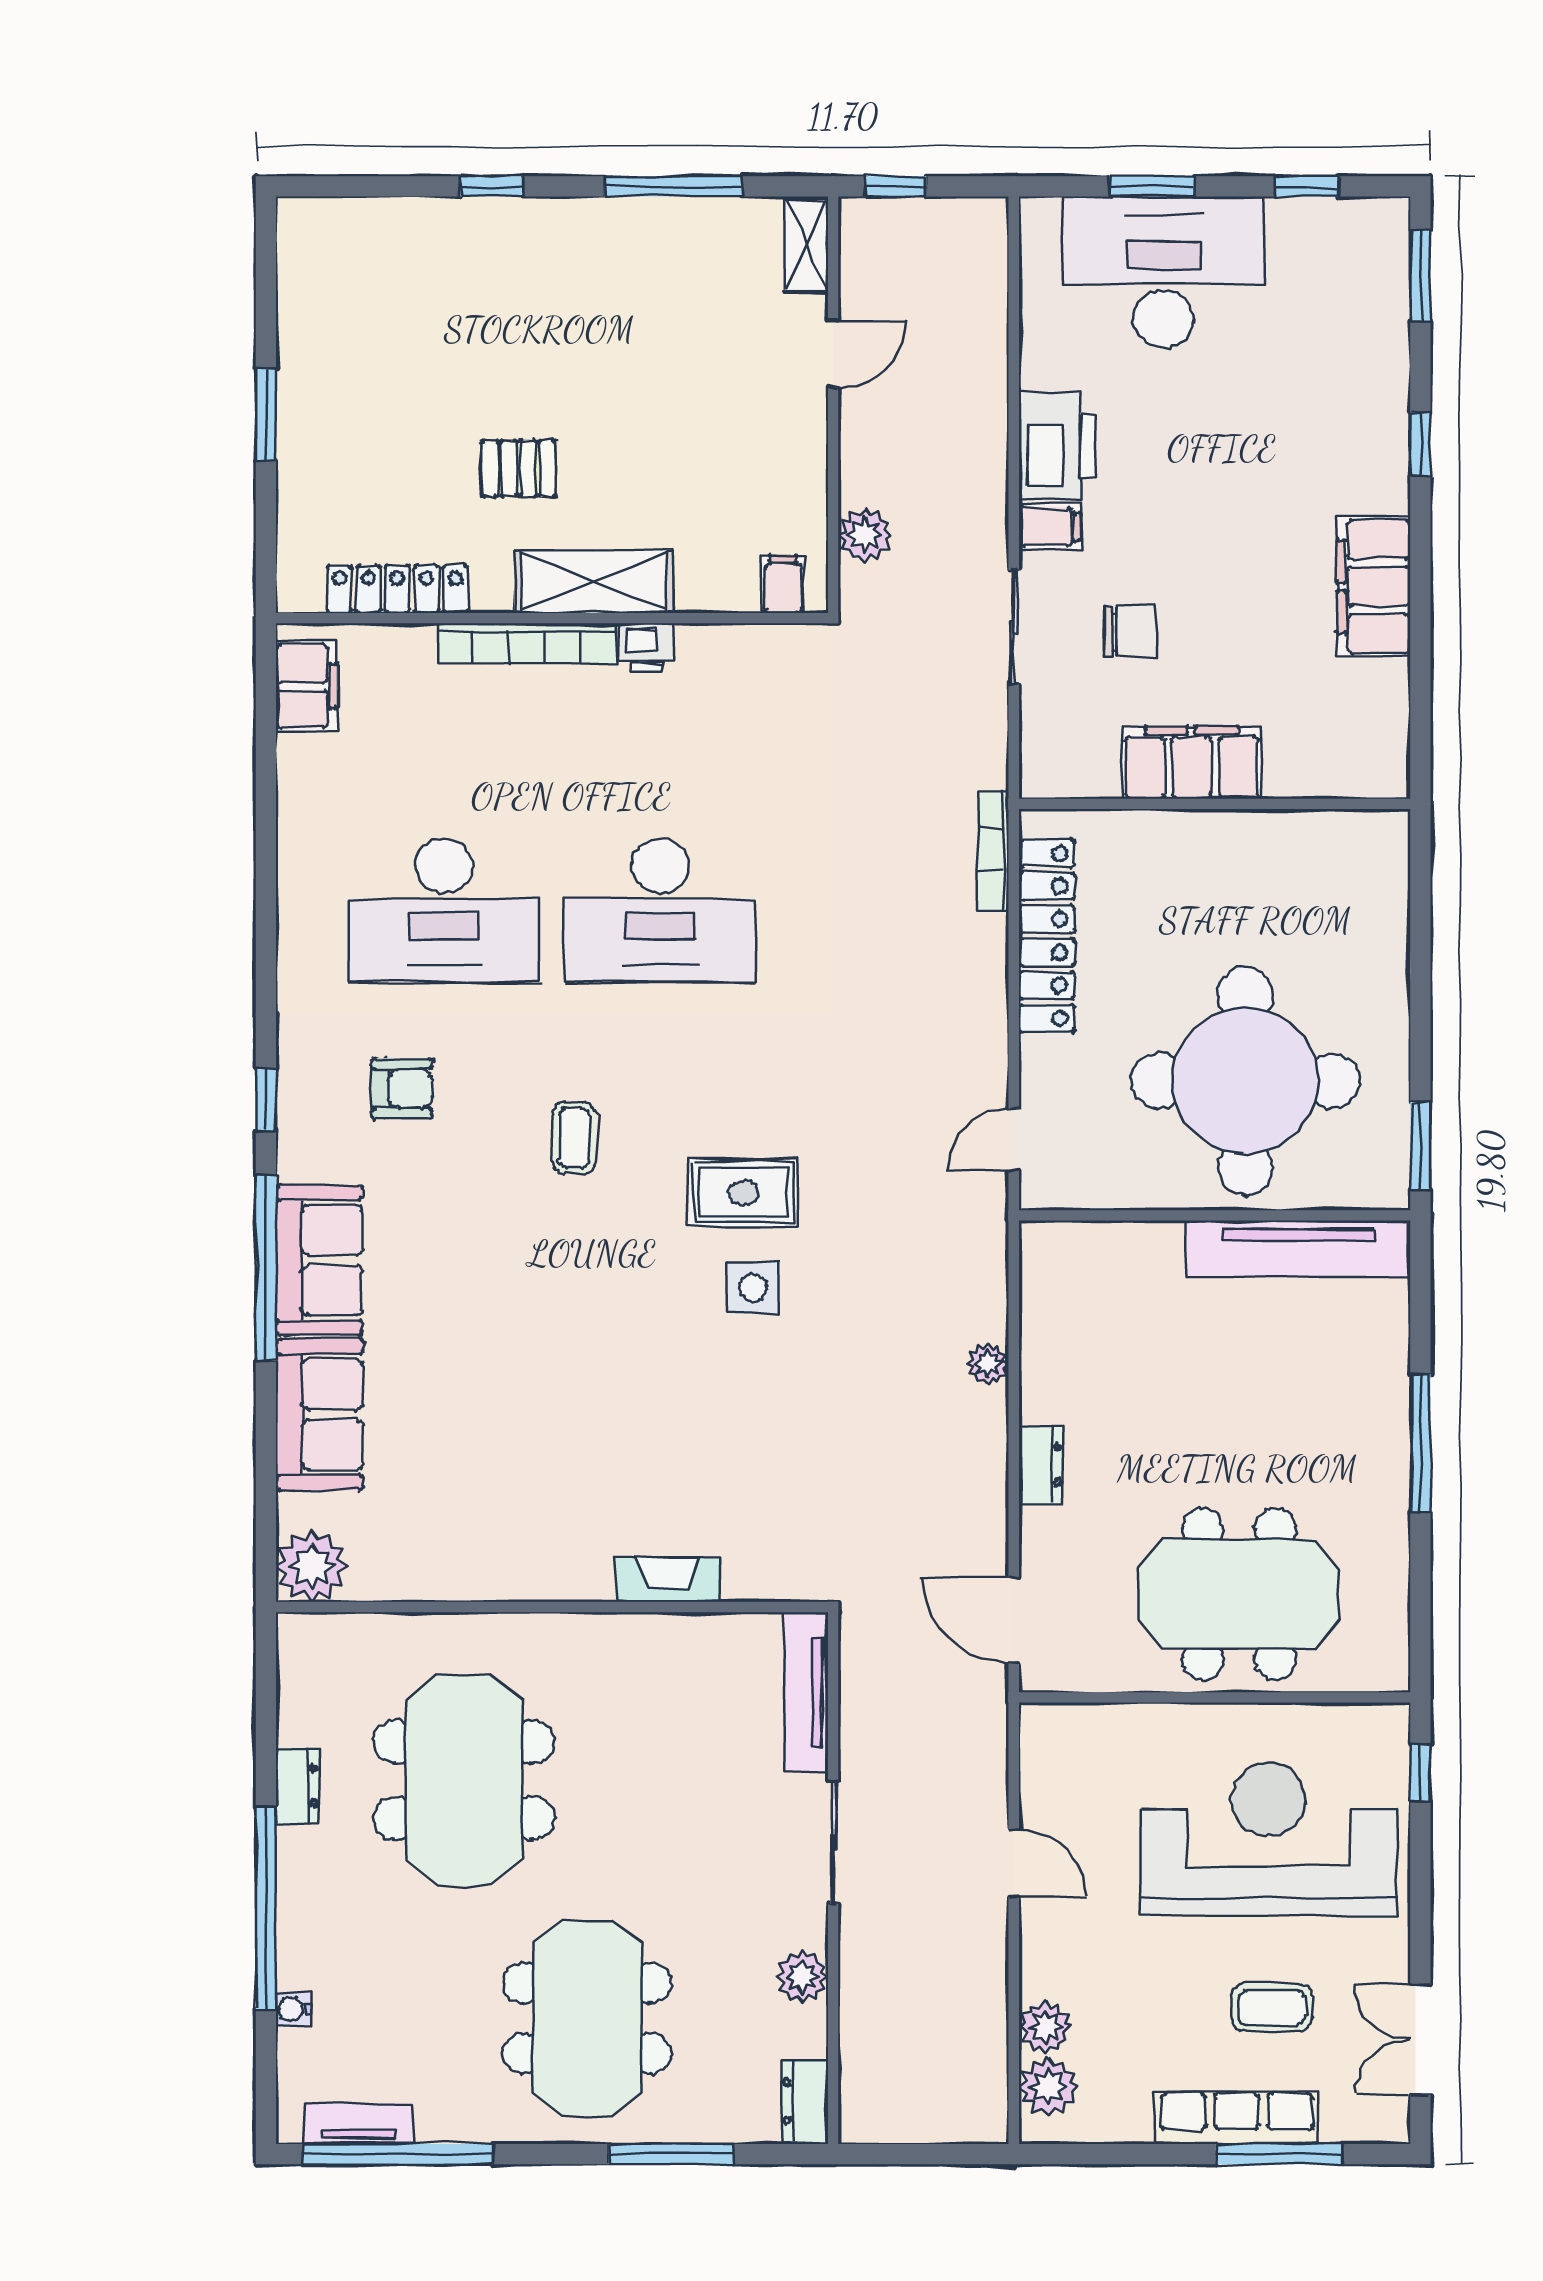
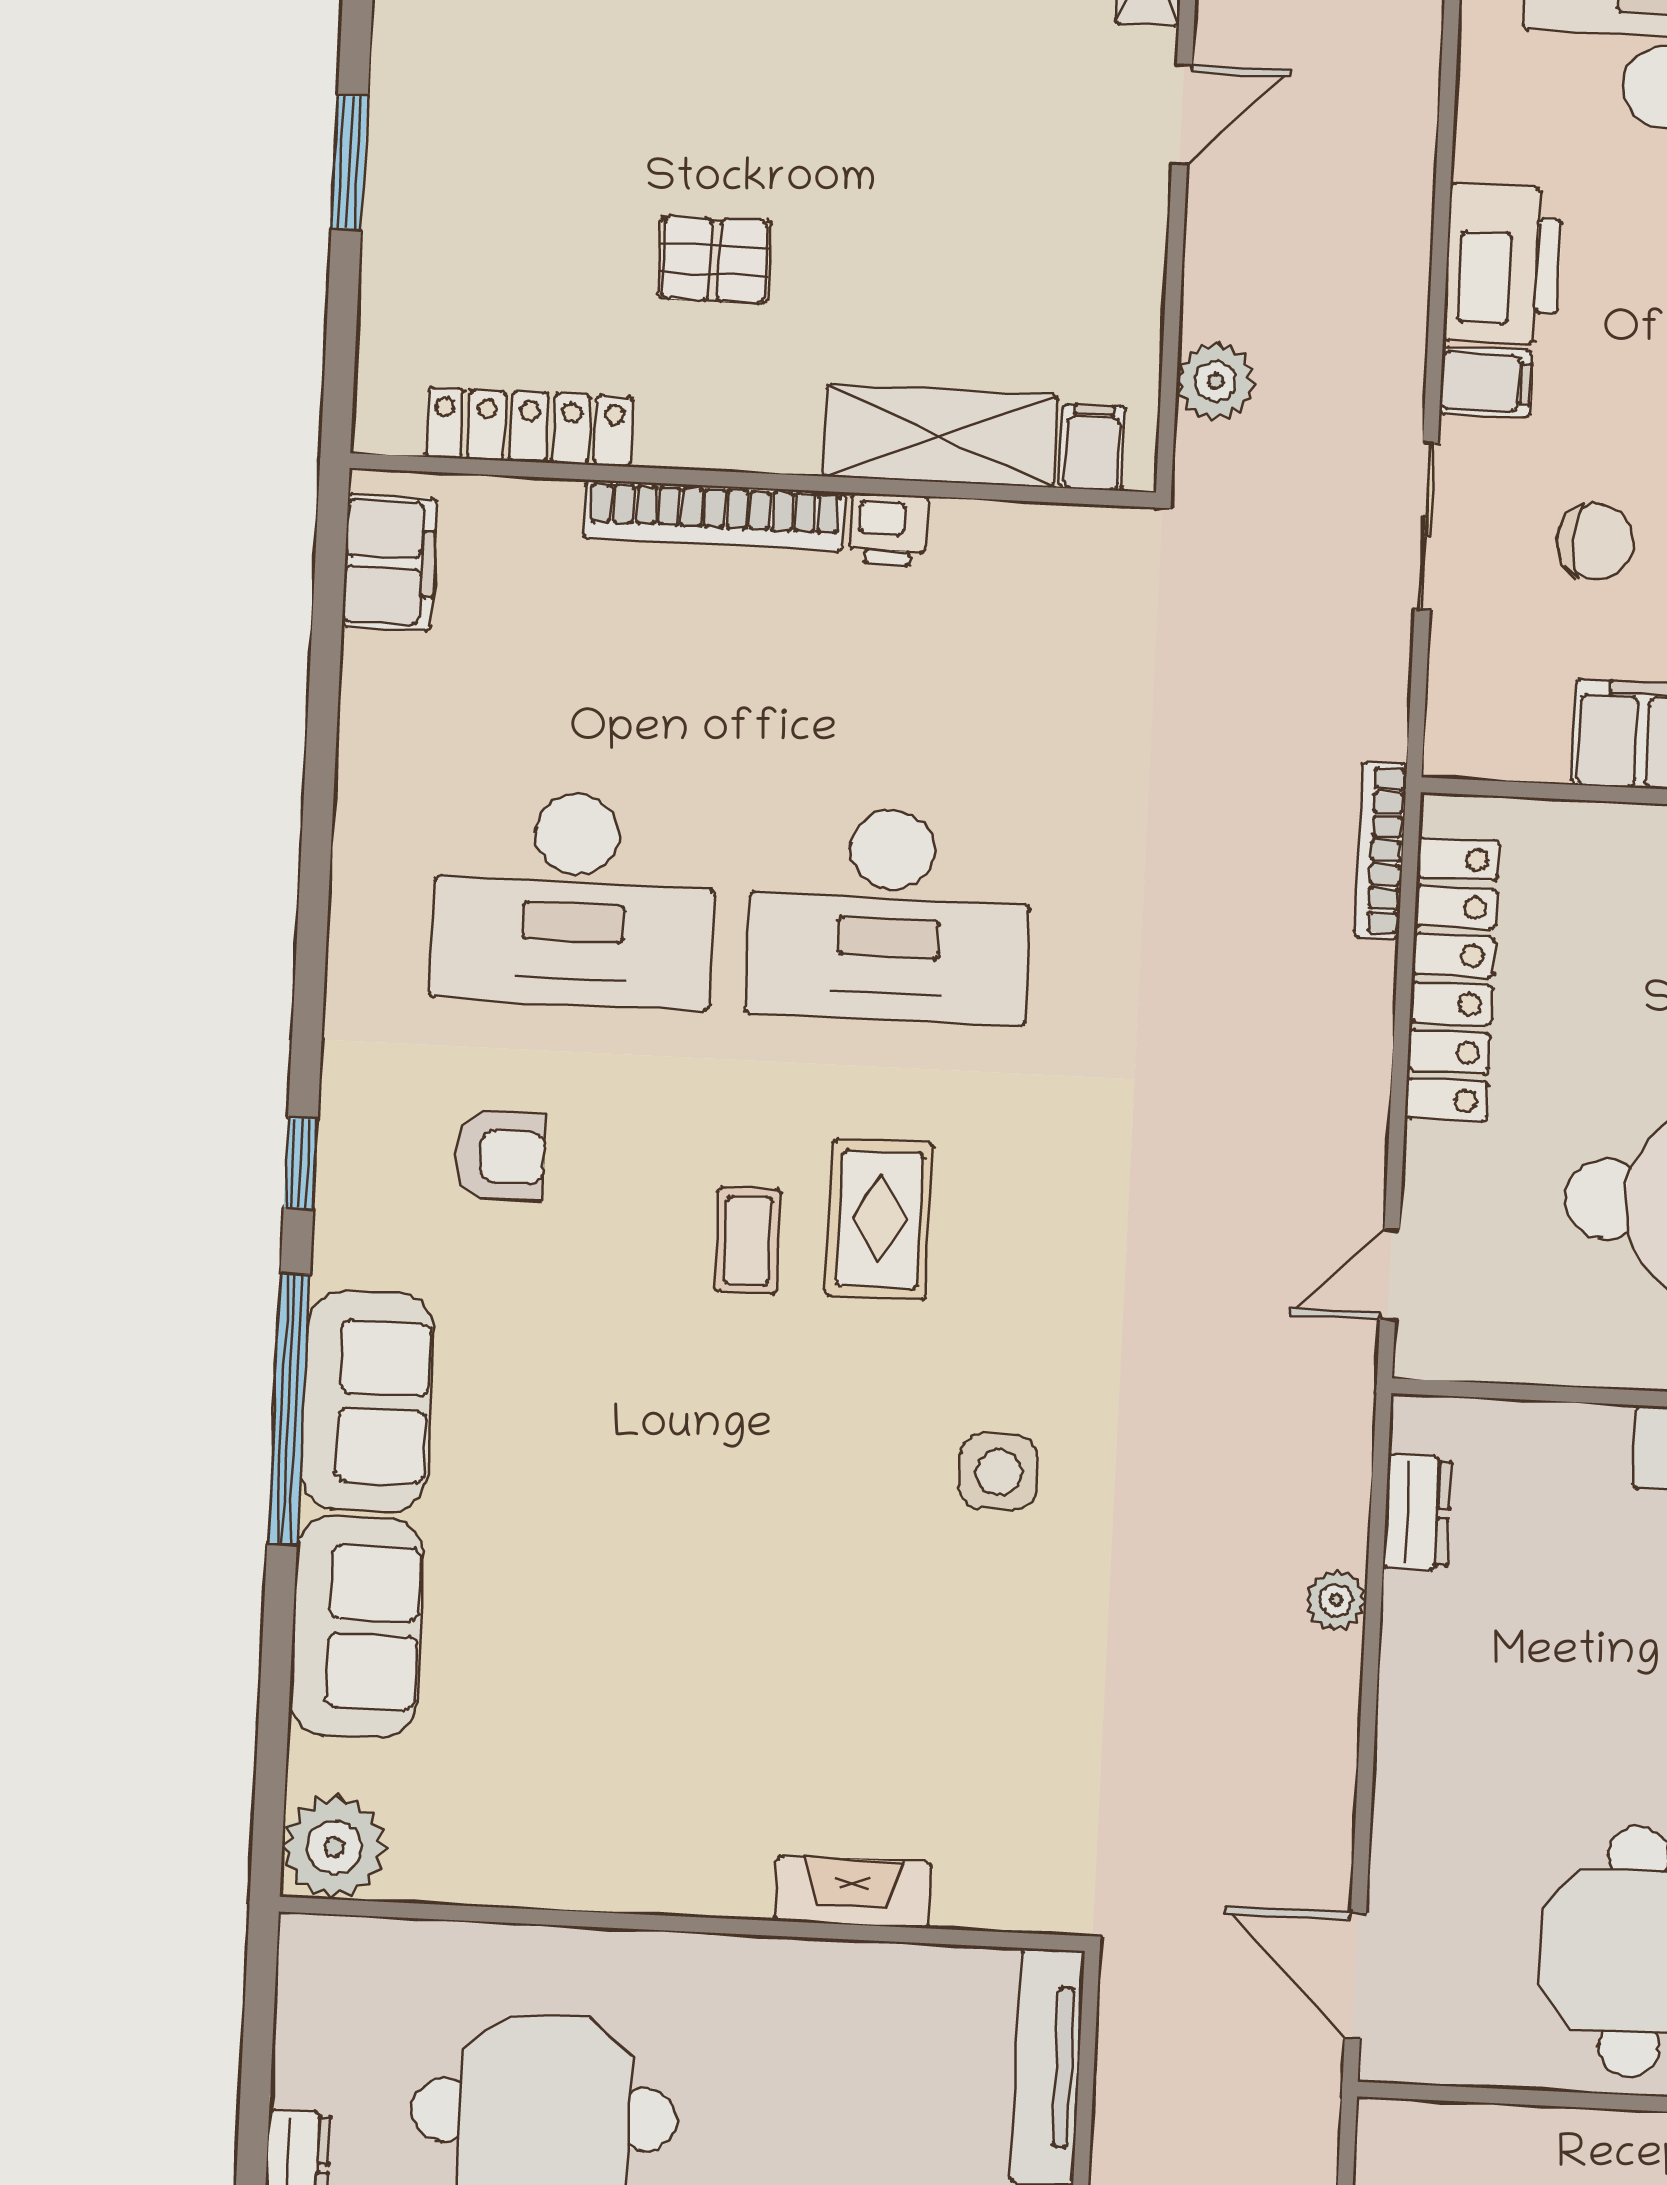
shelving: (593, 582) -> (940, 436), moved
rug: (744, 1193) -> (880, 1219), moved, turned 90
dresser: (1041, 1465) -> (1417, 1513), moved

